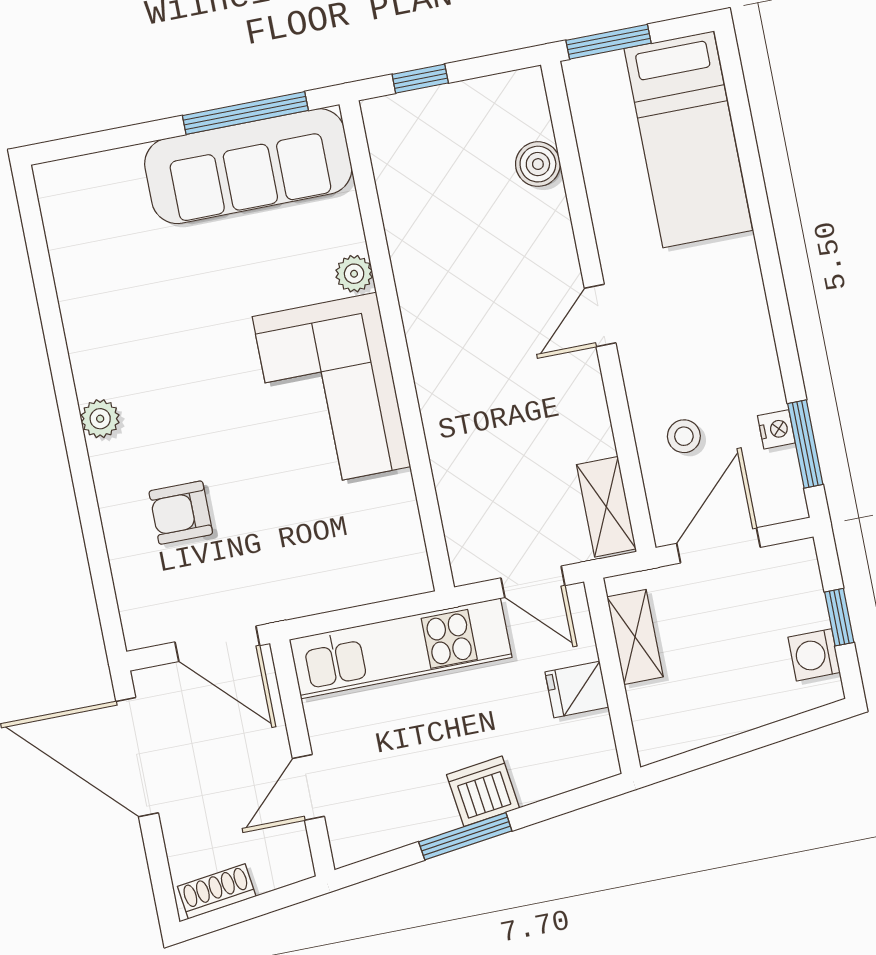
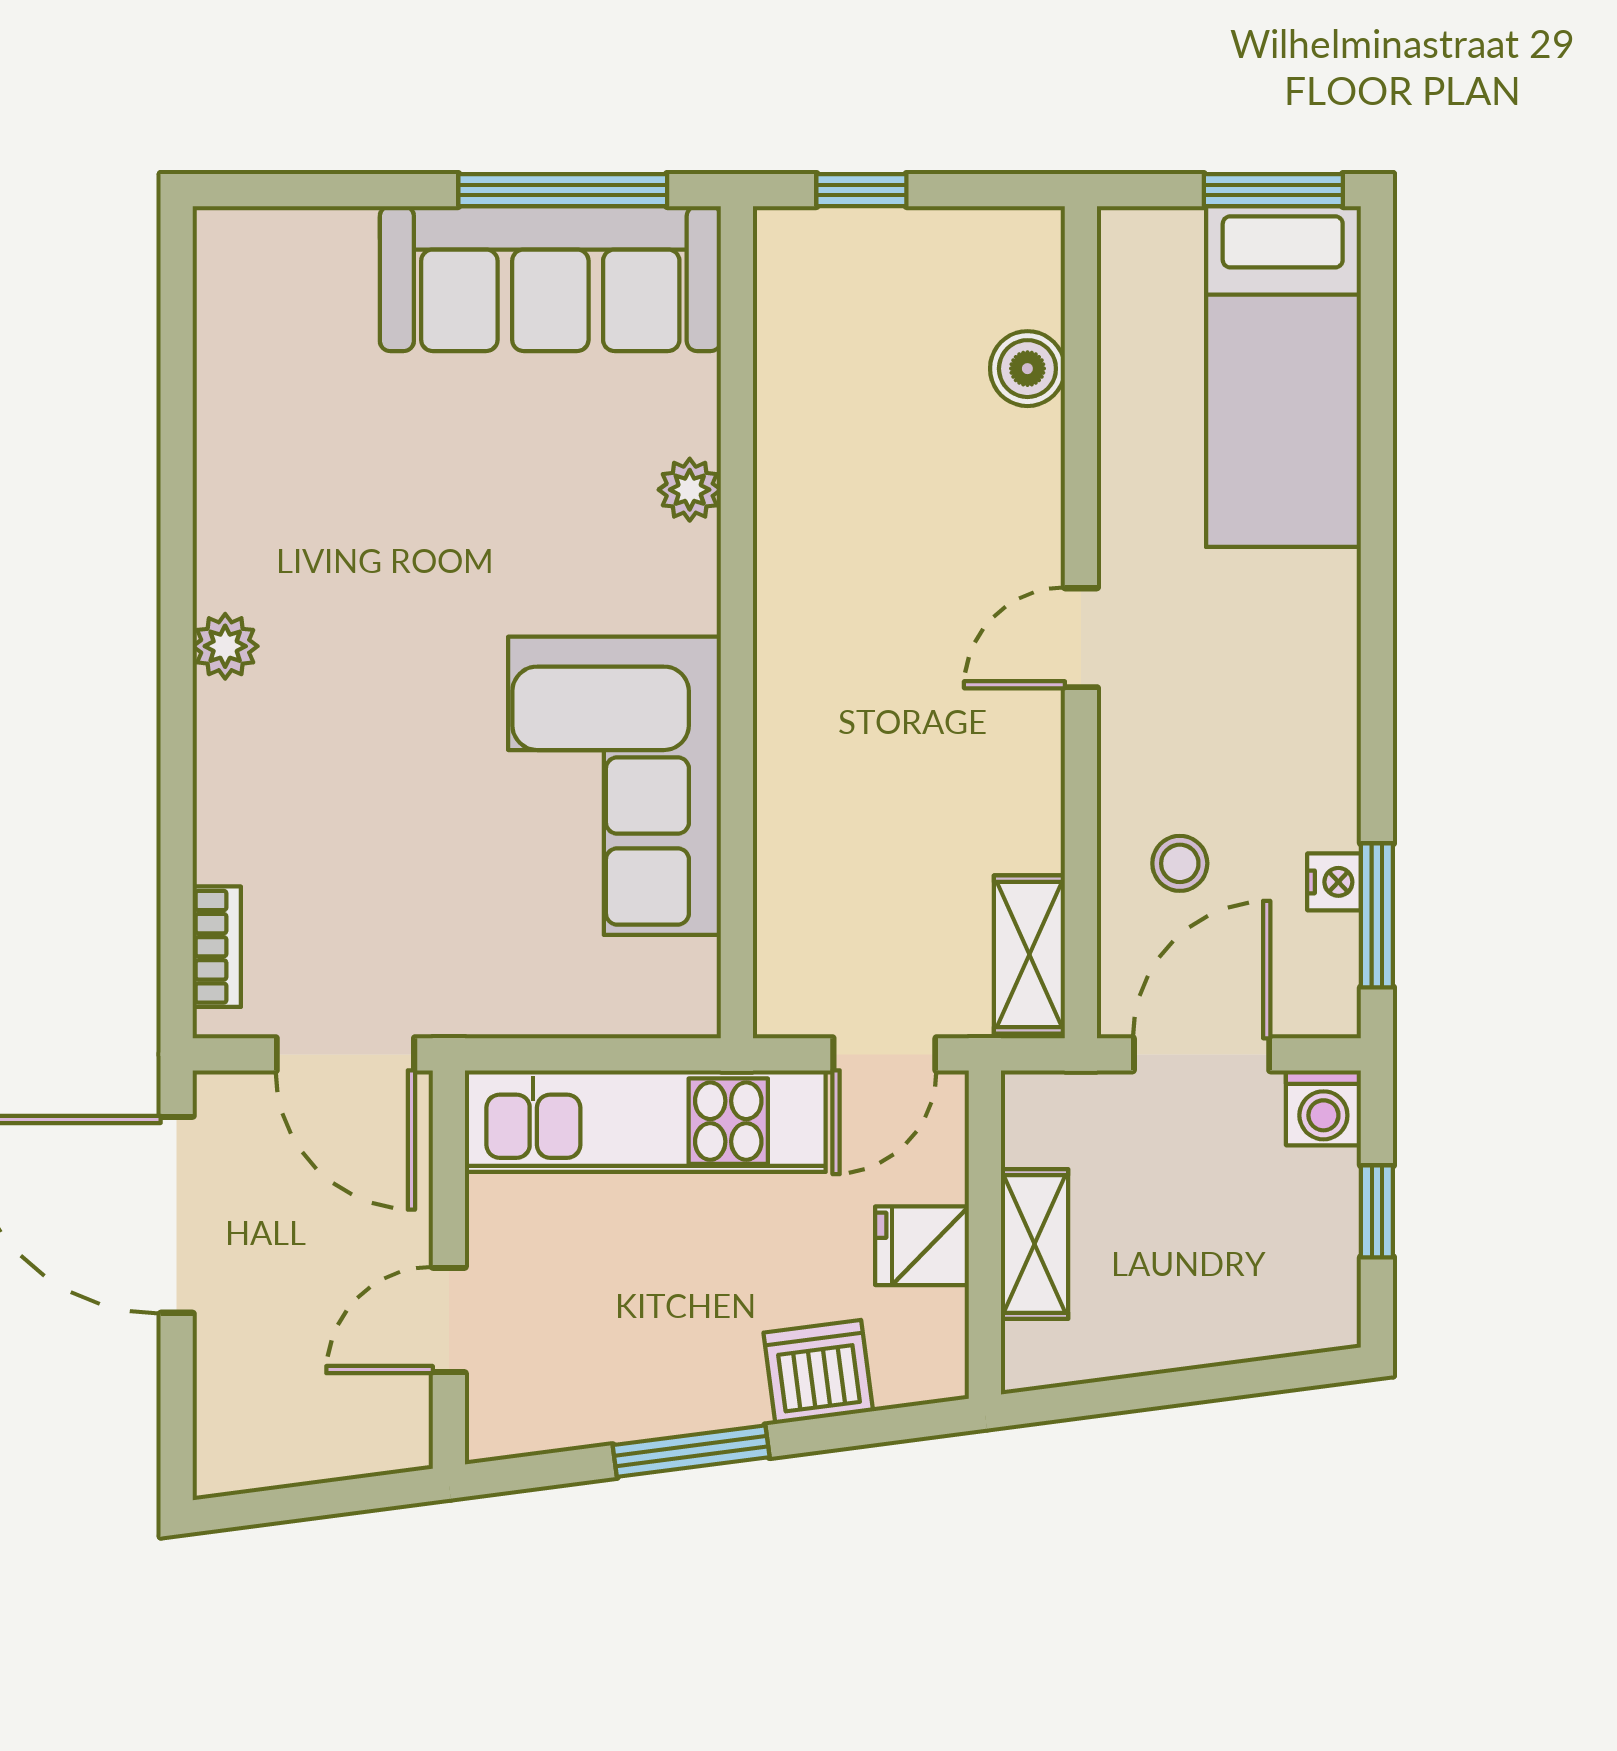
window: (608, 42) -> (1273, 190), moved
corner sofa: (331, 392) -> (614, 786), moved
armchair: (181, 513) -> (327, 827), removed
door: (533, 582) -> (884, 1054), hinge flipped
bookcase: (130, 596) -> (217, 947), added
shelving: (635, 637) -> (1035, 1244), moved
washing machine: (814, 655) -> (1323, 1108), moved, turned -90
dishwasher: (483, 791) -> (818, 1372), moved
shoe rack: (217, 891) -> (264, 1461), removed

